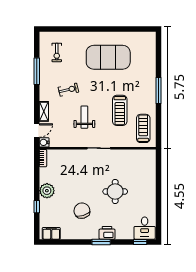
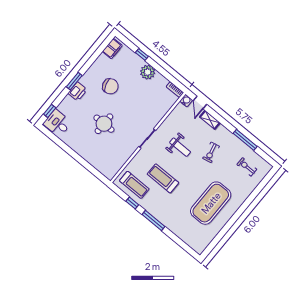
window: (159, 118) -> (132, 203), added

